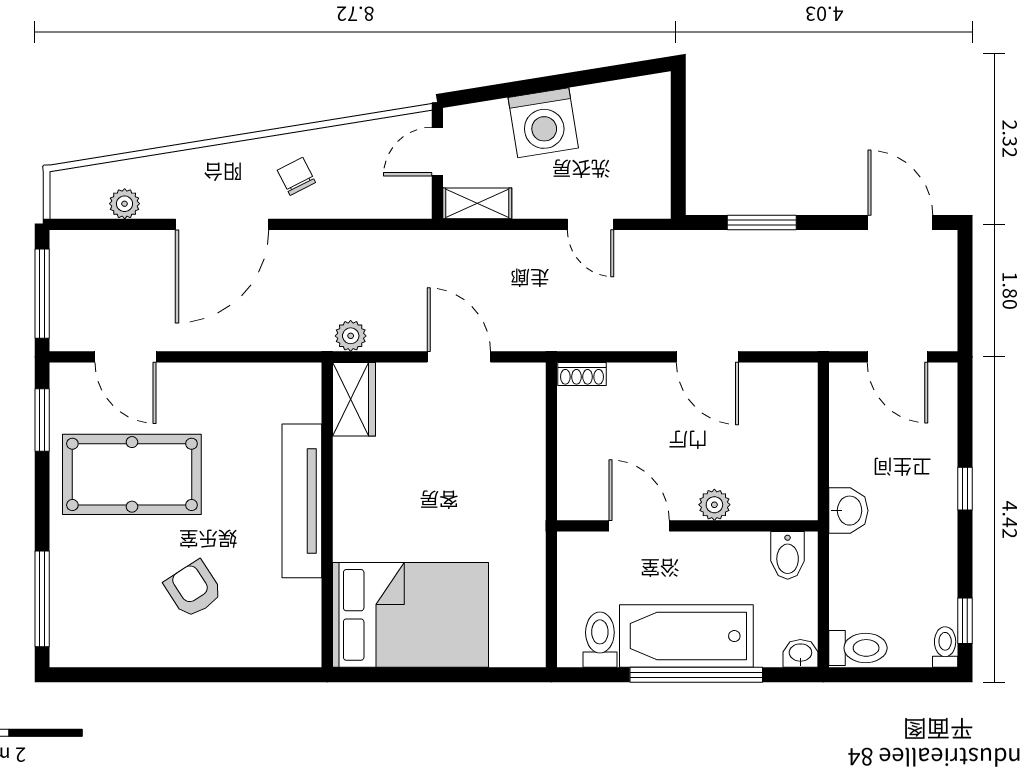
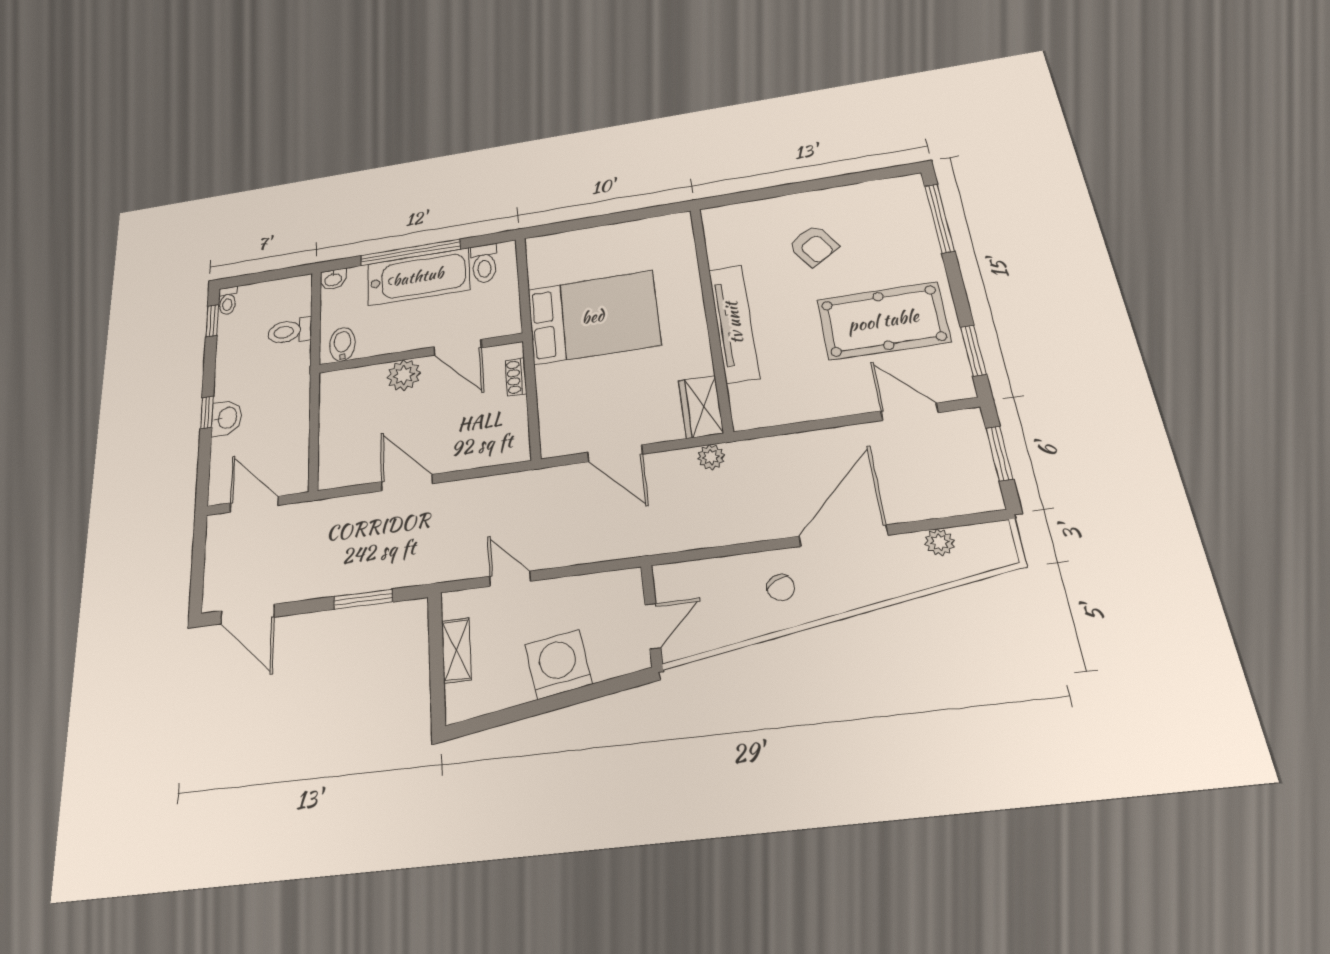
shelving: (477, 203) -> (456, 650), moved, turned 90
window: (42, 294) -> (1000, 453), width x0.69
shoe rack: (582, 374) -> (516, 377), moved, turned -90
plant: (714, 505) -> (404, 375), width x1.38, depth x1.38
washbasin: (848, 511) -> (227, 418), moved, turned 180
bed: (411, 615) -> (593, 317), moved, turned 180
toilet: (858, 648) -> (290, 331), moved

